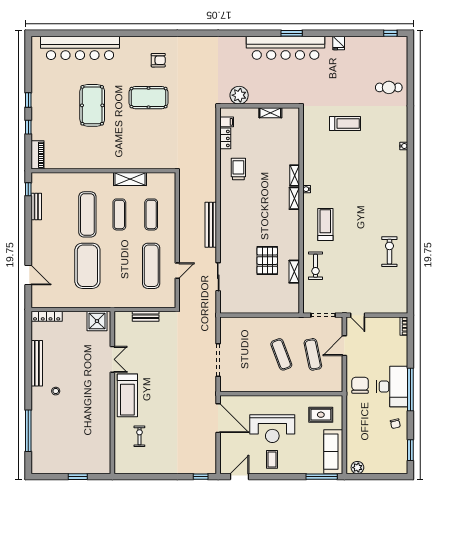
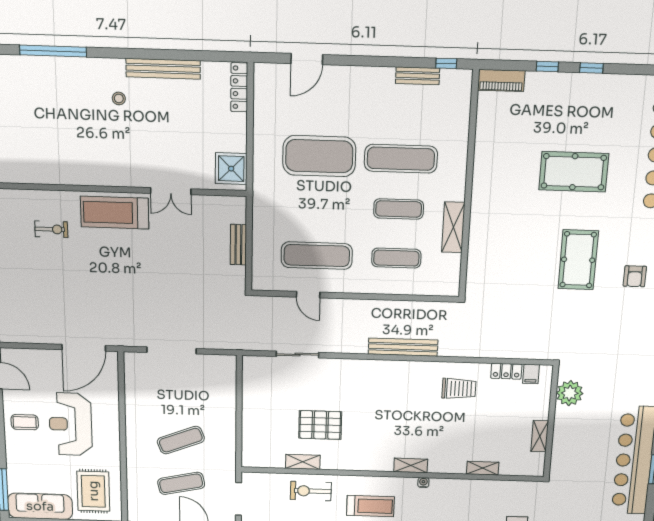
shelving: (295, 175) -> (483, 468), moved
bench: (211, 225) -> (403, 347), moved
rug: (321, 415) -> (93, 491), width x1.36, depth x1.43

